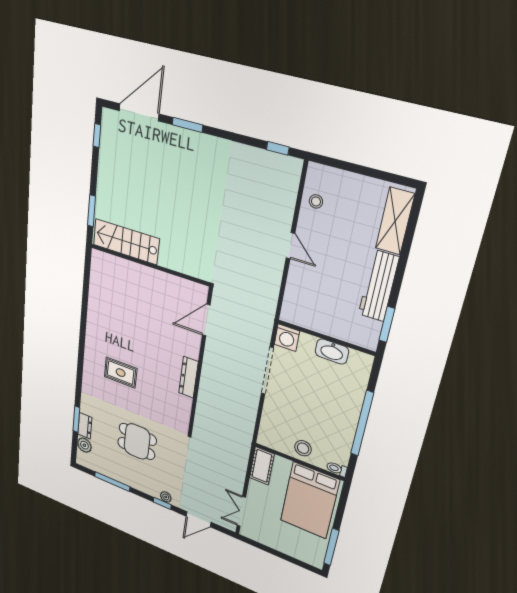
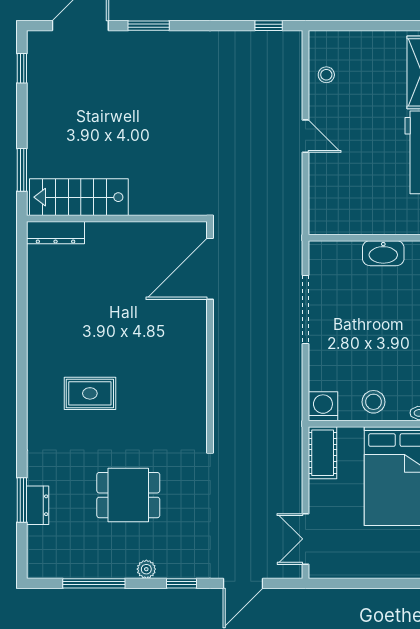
door: (206, 320) -> (210, 269), width x1.36
washing machine: (287, 338) -> (323, 406), moved, turned 180
dresser: (188, 377) -> (56, 233), moved, turned -90
plant: (84, 445) -> (40, 540), removed
plant: (166, 497) -> (146, 569), moved

